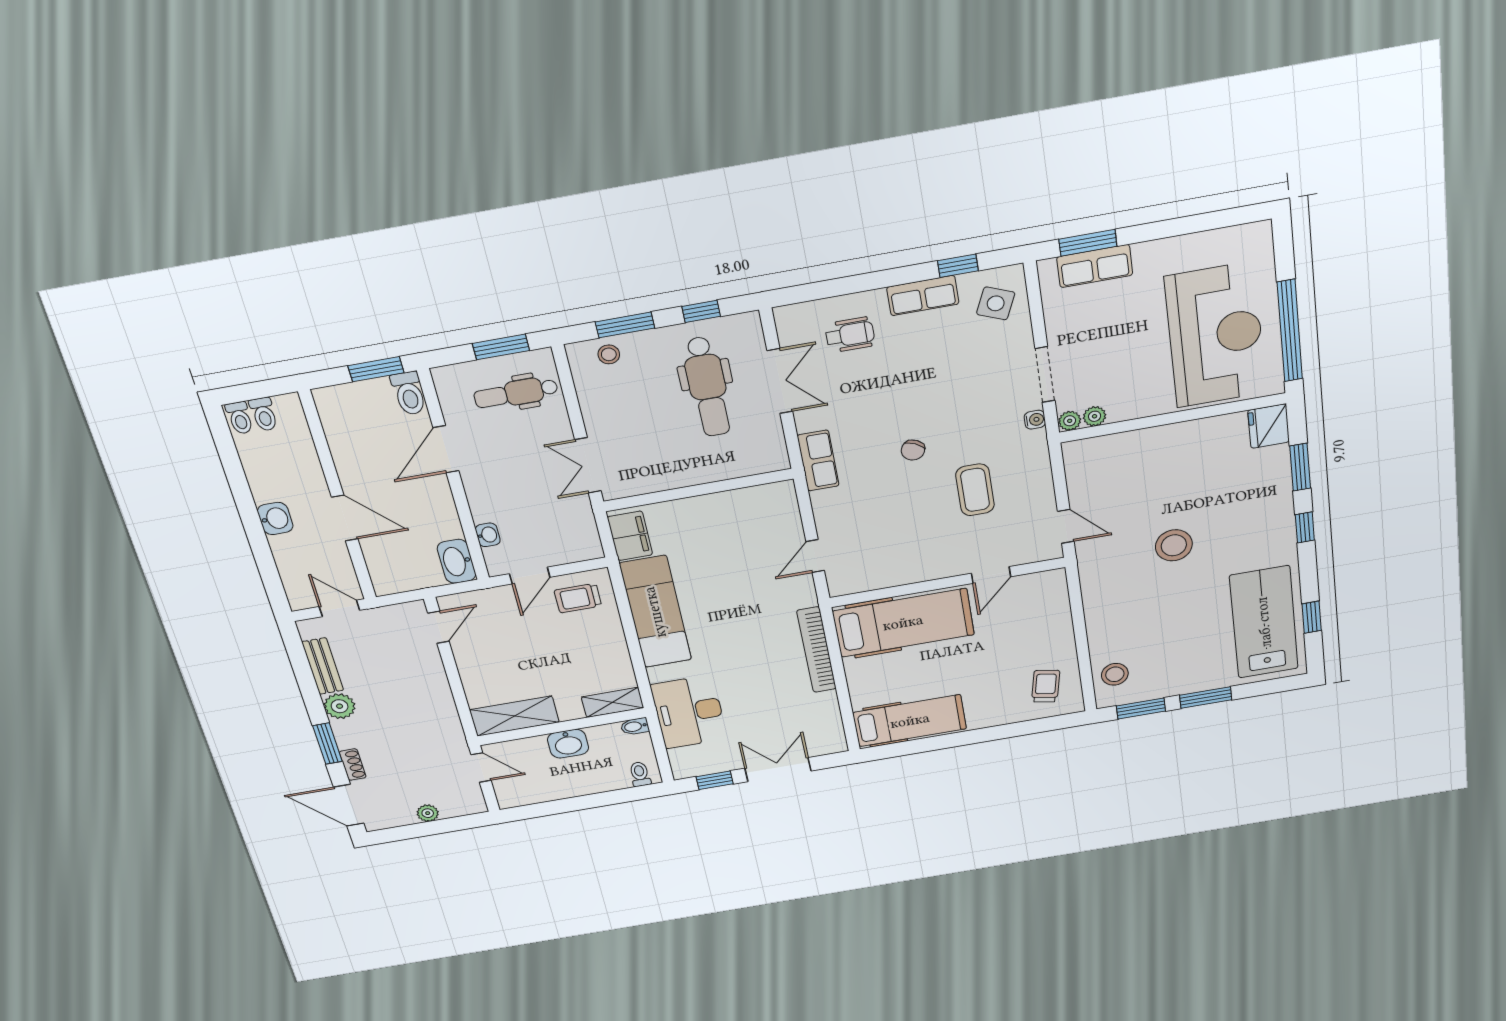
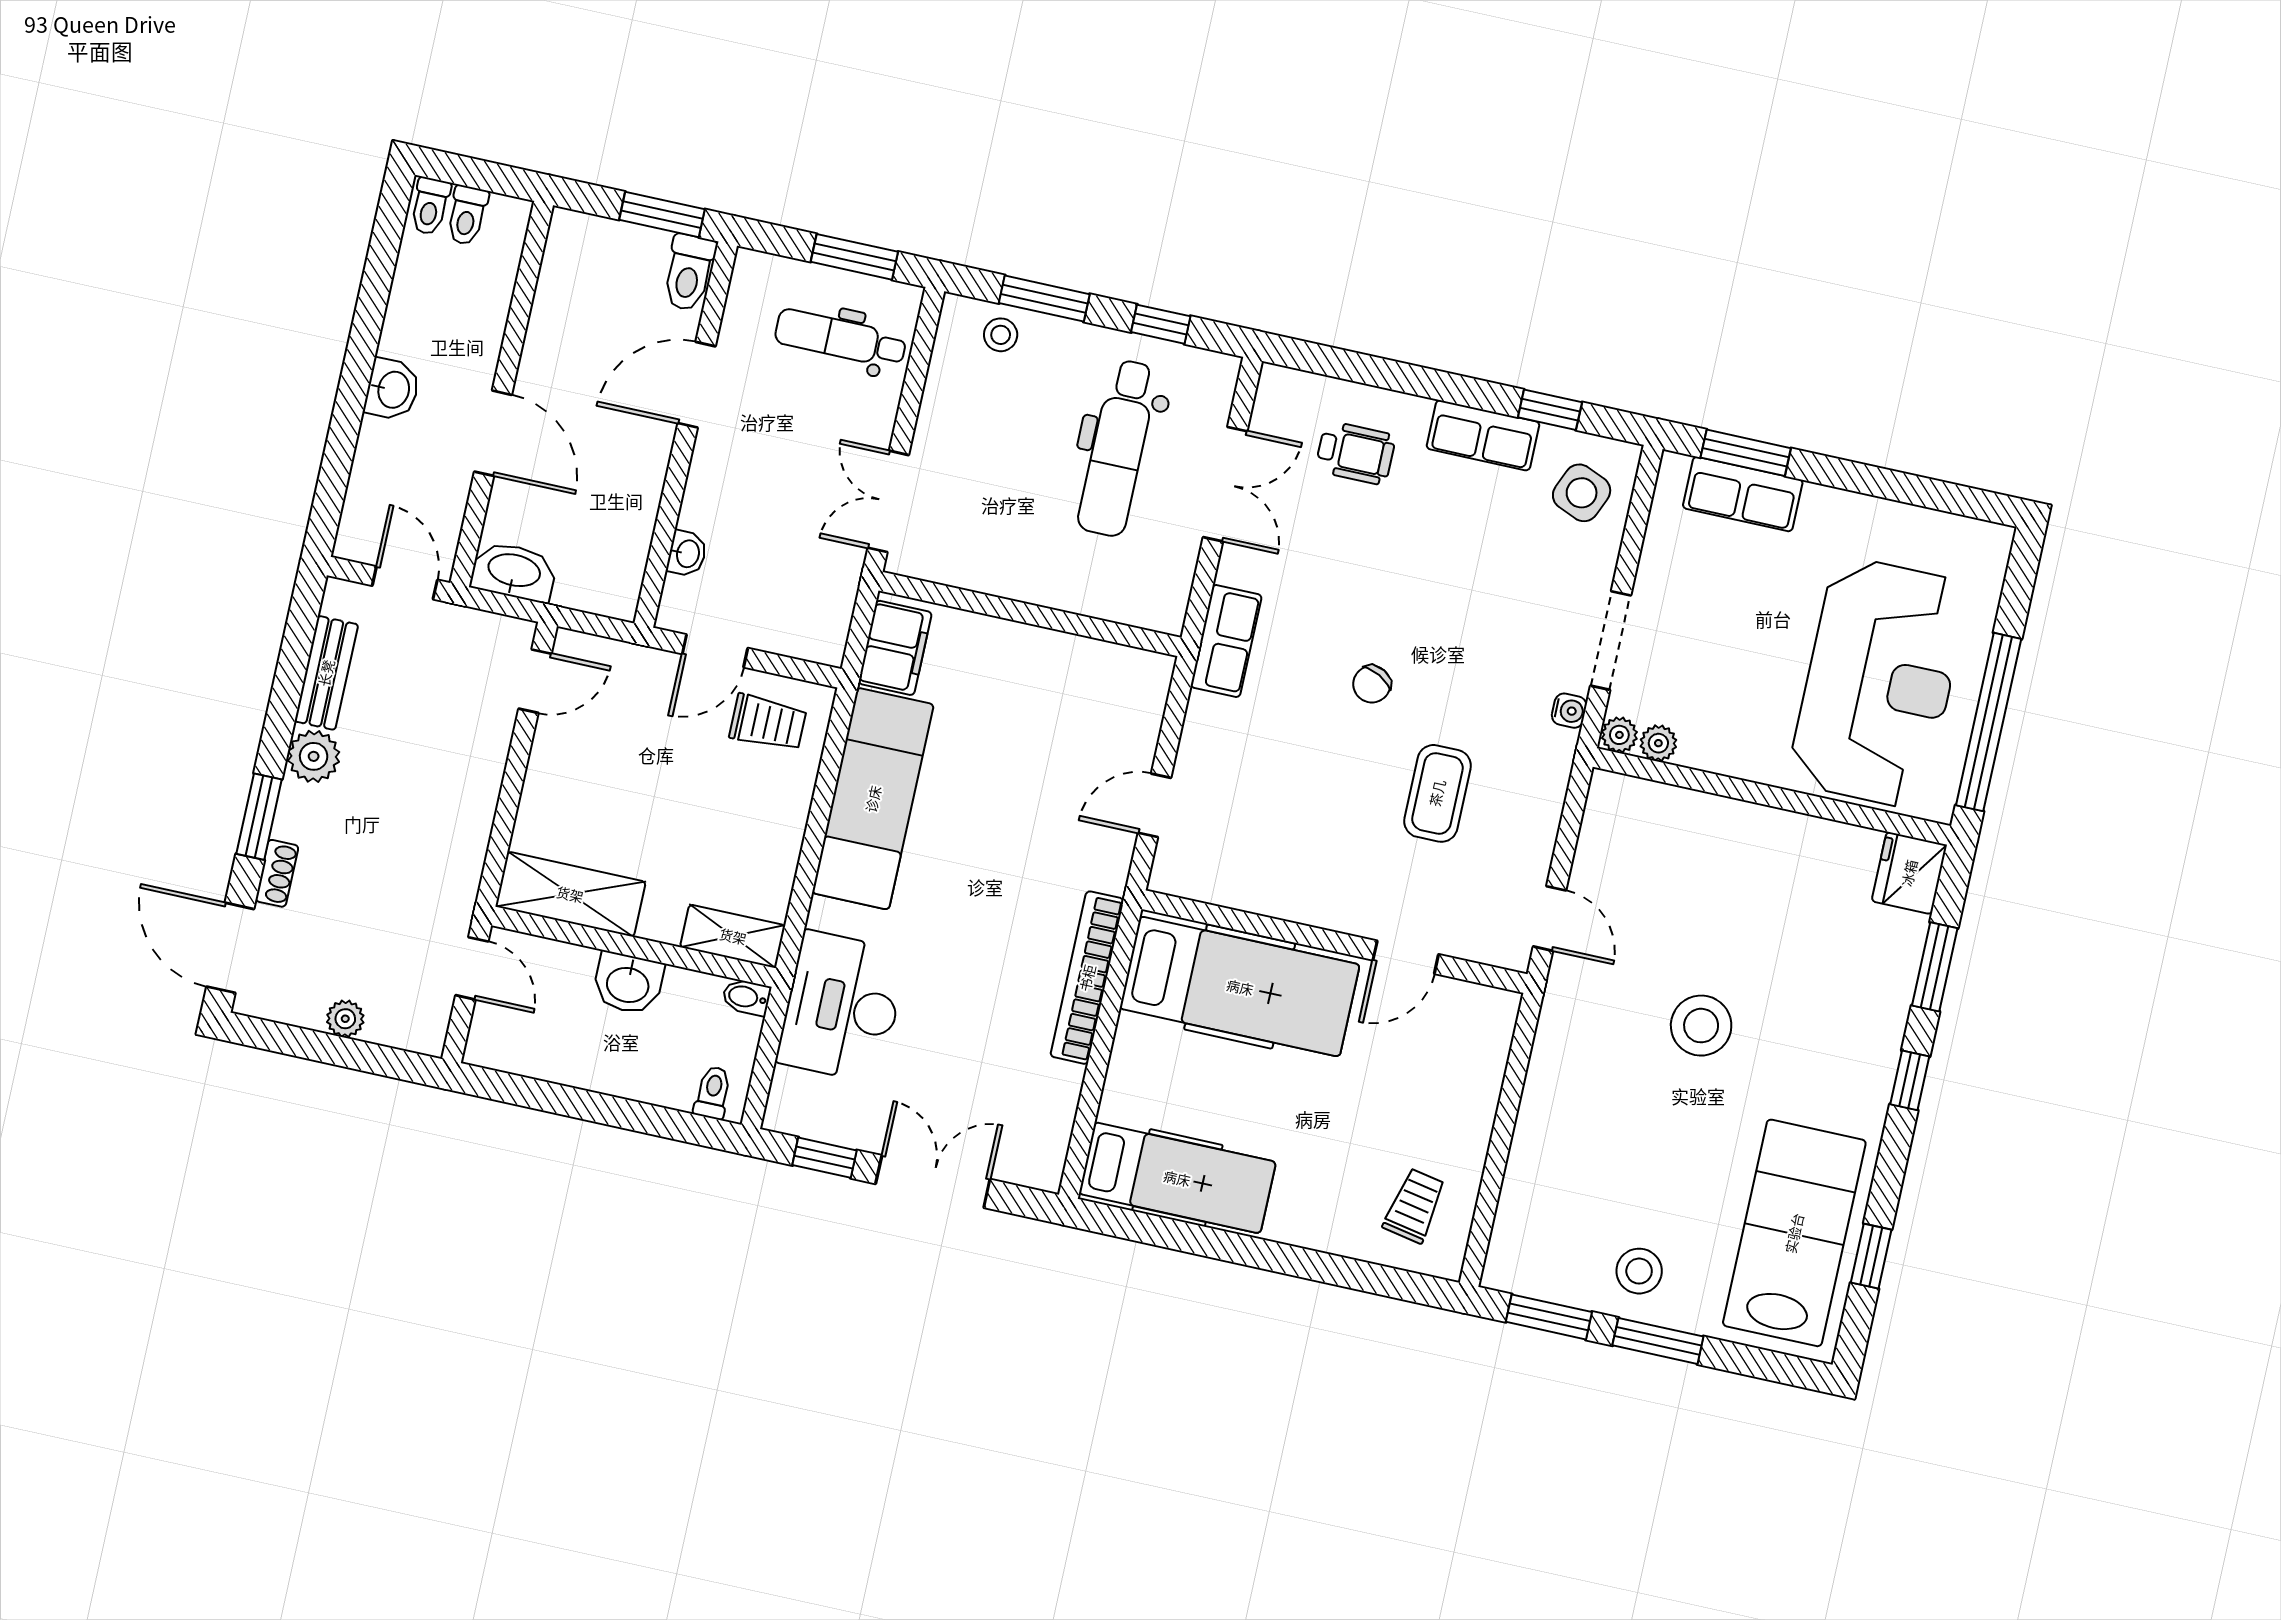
washbasin: (457, 561) -> (514, 572), moved, turned 90
trolley: (578, 598) -> (768, 723), turned 180
stool: (1115, 674) -> (1639, 1271), moved

